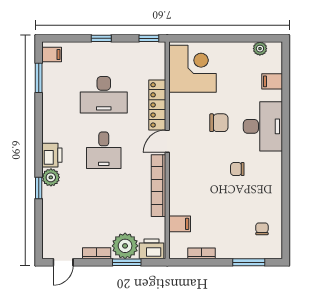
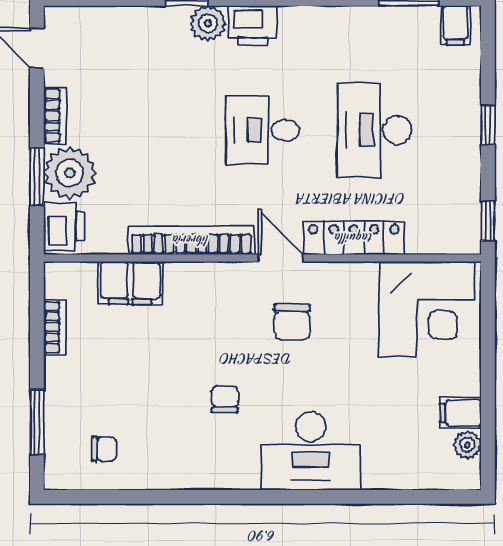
filing cabinet: (272, 81) -> (460, 413), moved, turned -90
chair: (219, 123) -> (292, 322), moved
filing cabinet: (180, 224) -> (130, 283), width x2.00

